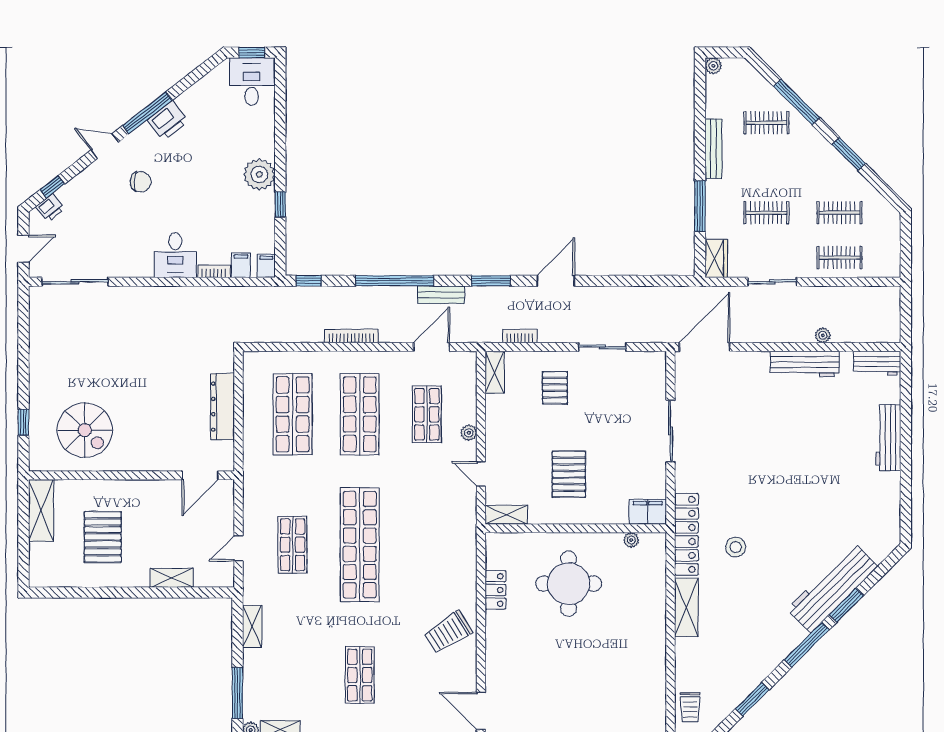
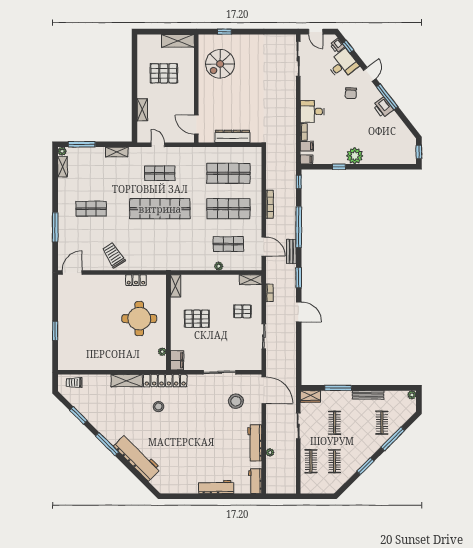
desk: (252, 82) -> (343, 65), moved, turned -38
stool: (725, 400) -> (236, 401), added
door: (481, 474) -> (197, 272), removed
window: (846, 605) -> (128, 465), removed

